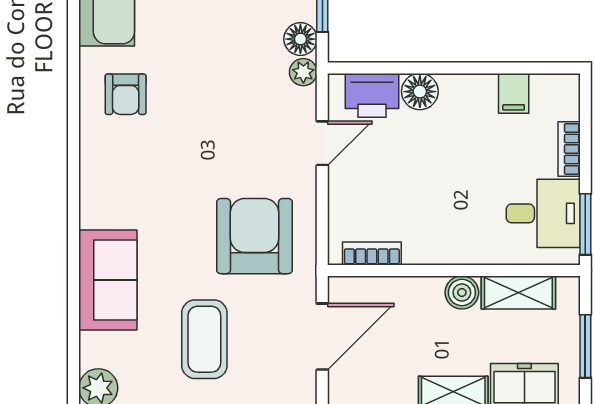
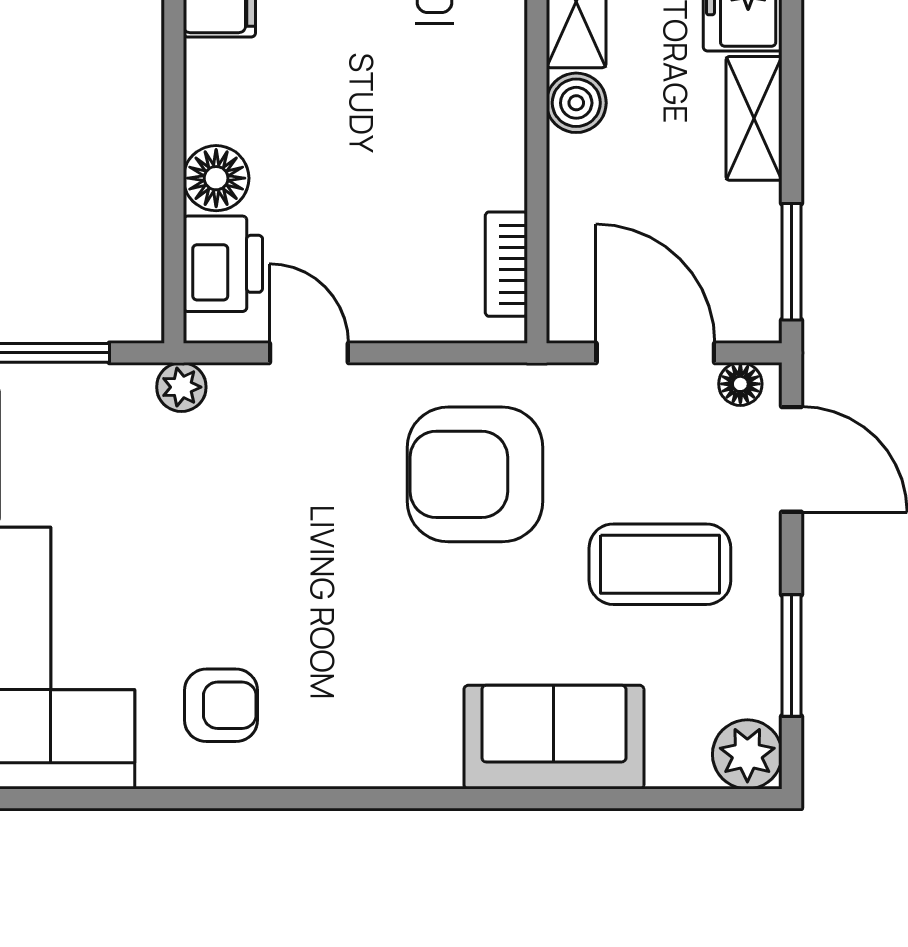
floor lamp: (300, 39) -> (740, 384), moved, width x0.73, depth x0.73

